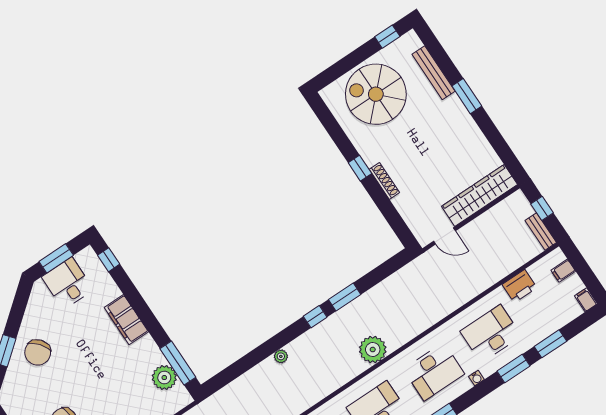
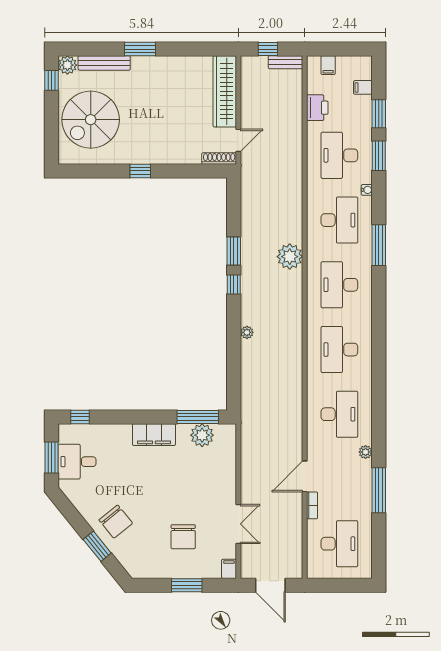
plant: (410, 42) -> (67, 65), added
shoe rack: (384, 181) -> (219, 158), moved
filing cabinet: (586, 300) -> (363, 87), moved
filing cabinet: (126, 320) -> (154, 435), moved

